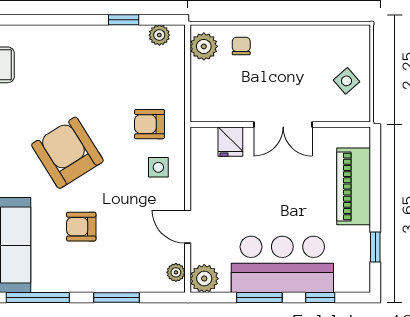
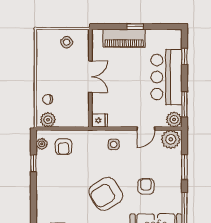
armchair: (150, 124) -> (64, 147), moved
fridge: (230, 142) -> (100, 121), moved
armchair: (81, 227) -> (146, 186), turned 180
window: (375, 247) -> (135, 27), moved
plant: (176, 272) -> (171, 139), width x1.87, depth x1.87
window: (259, 298) -> (184, 104), moved

